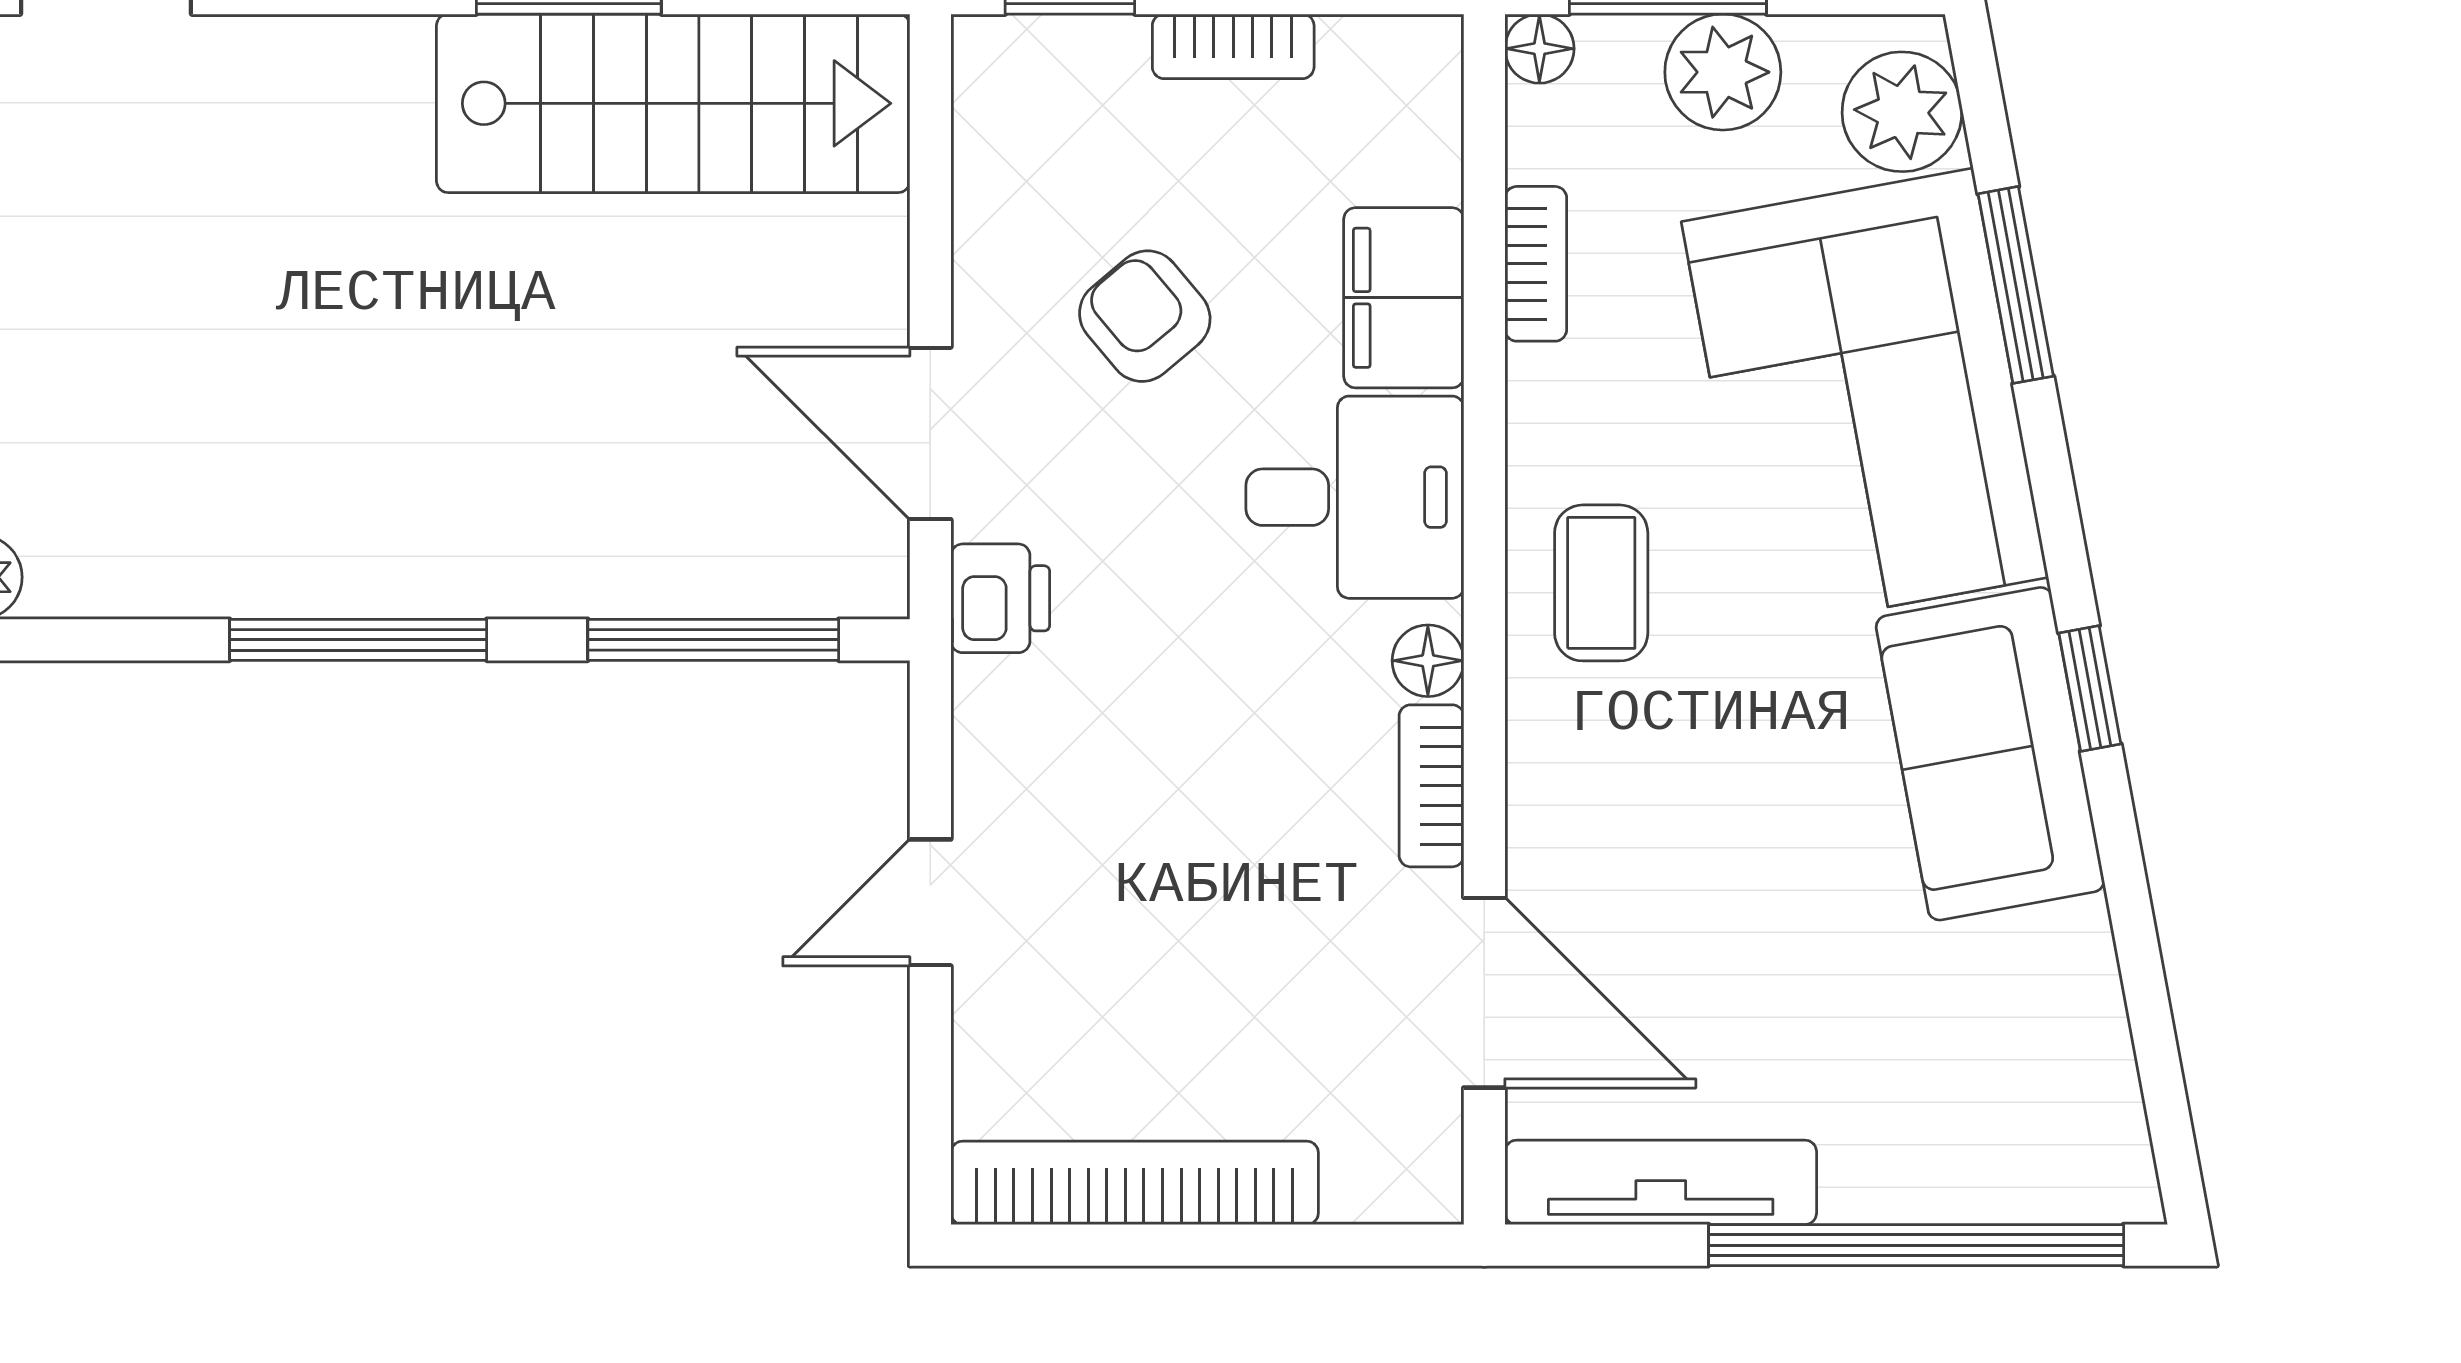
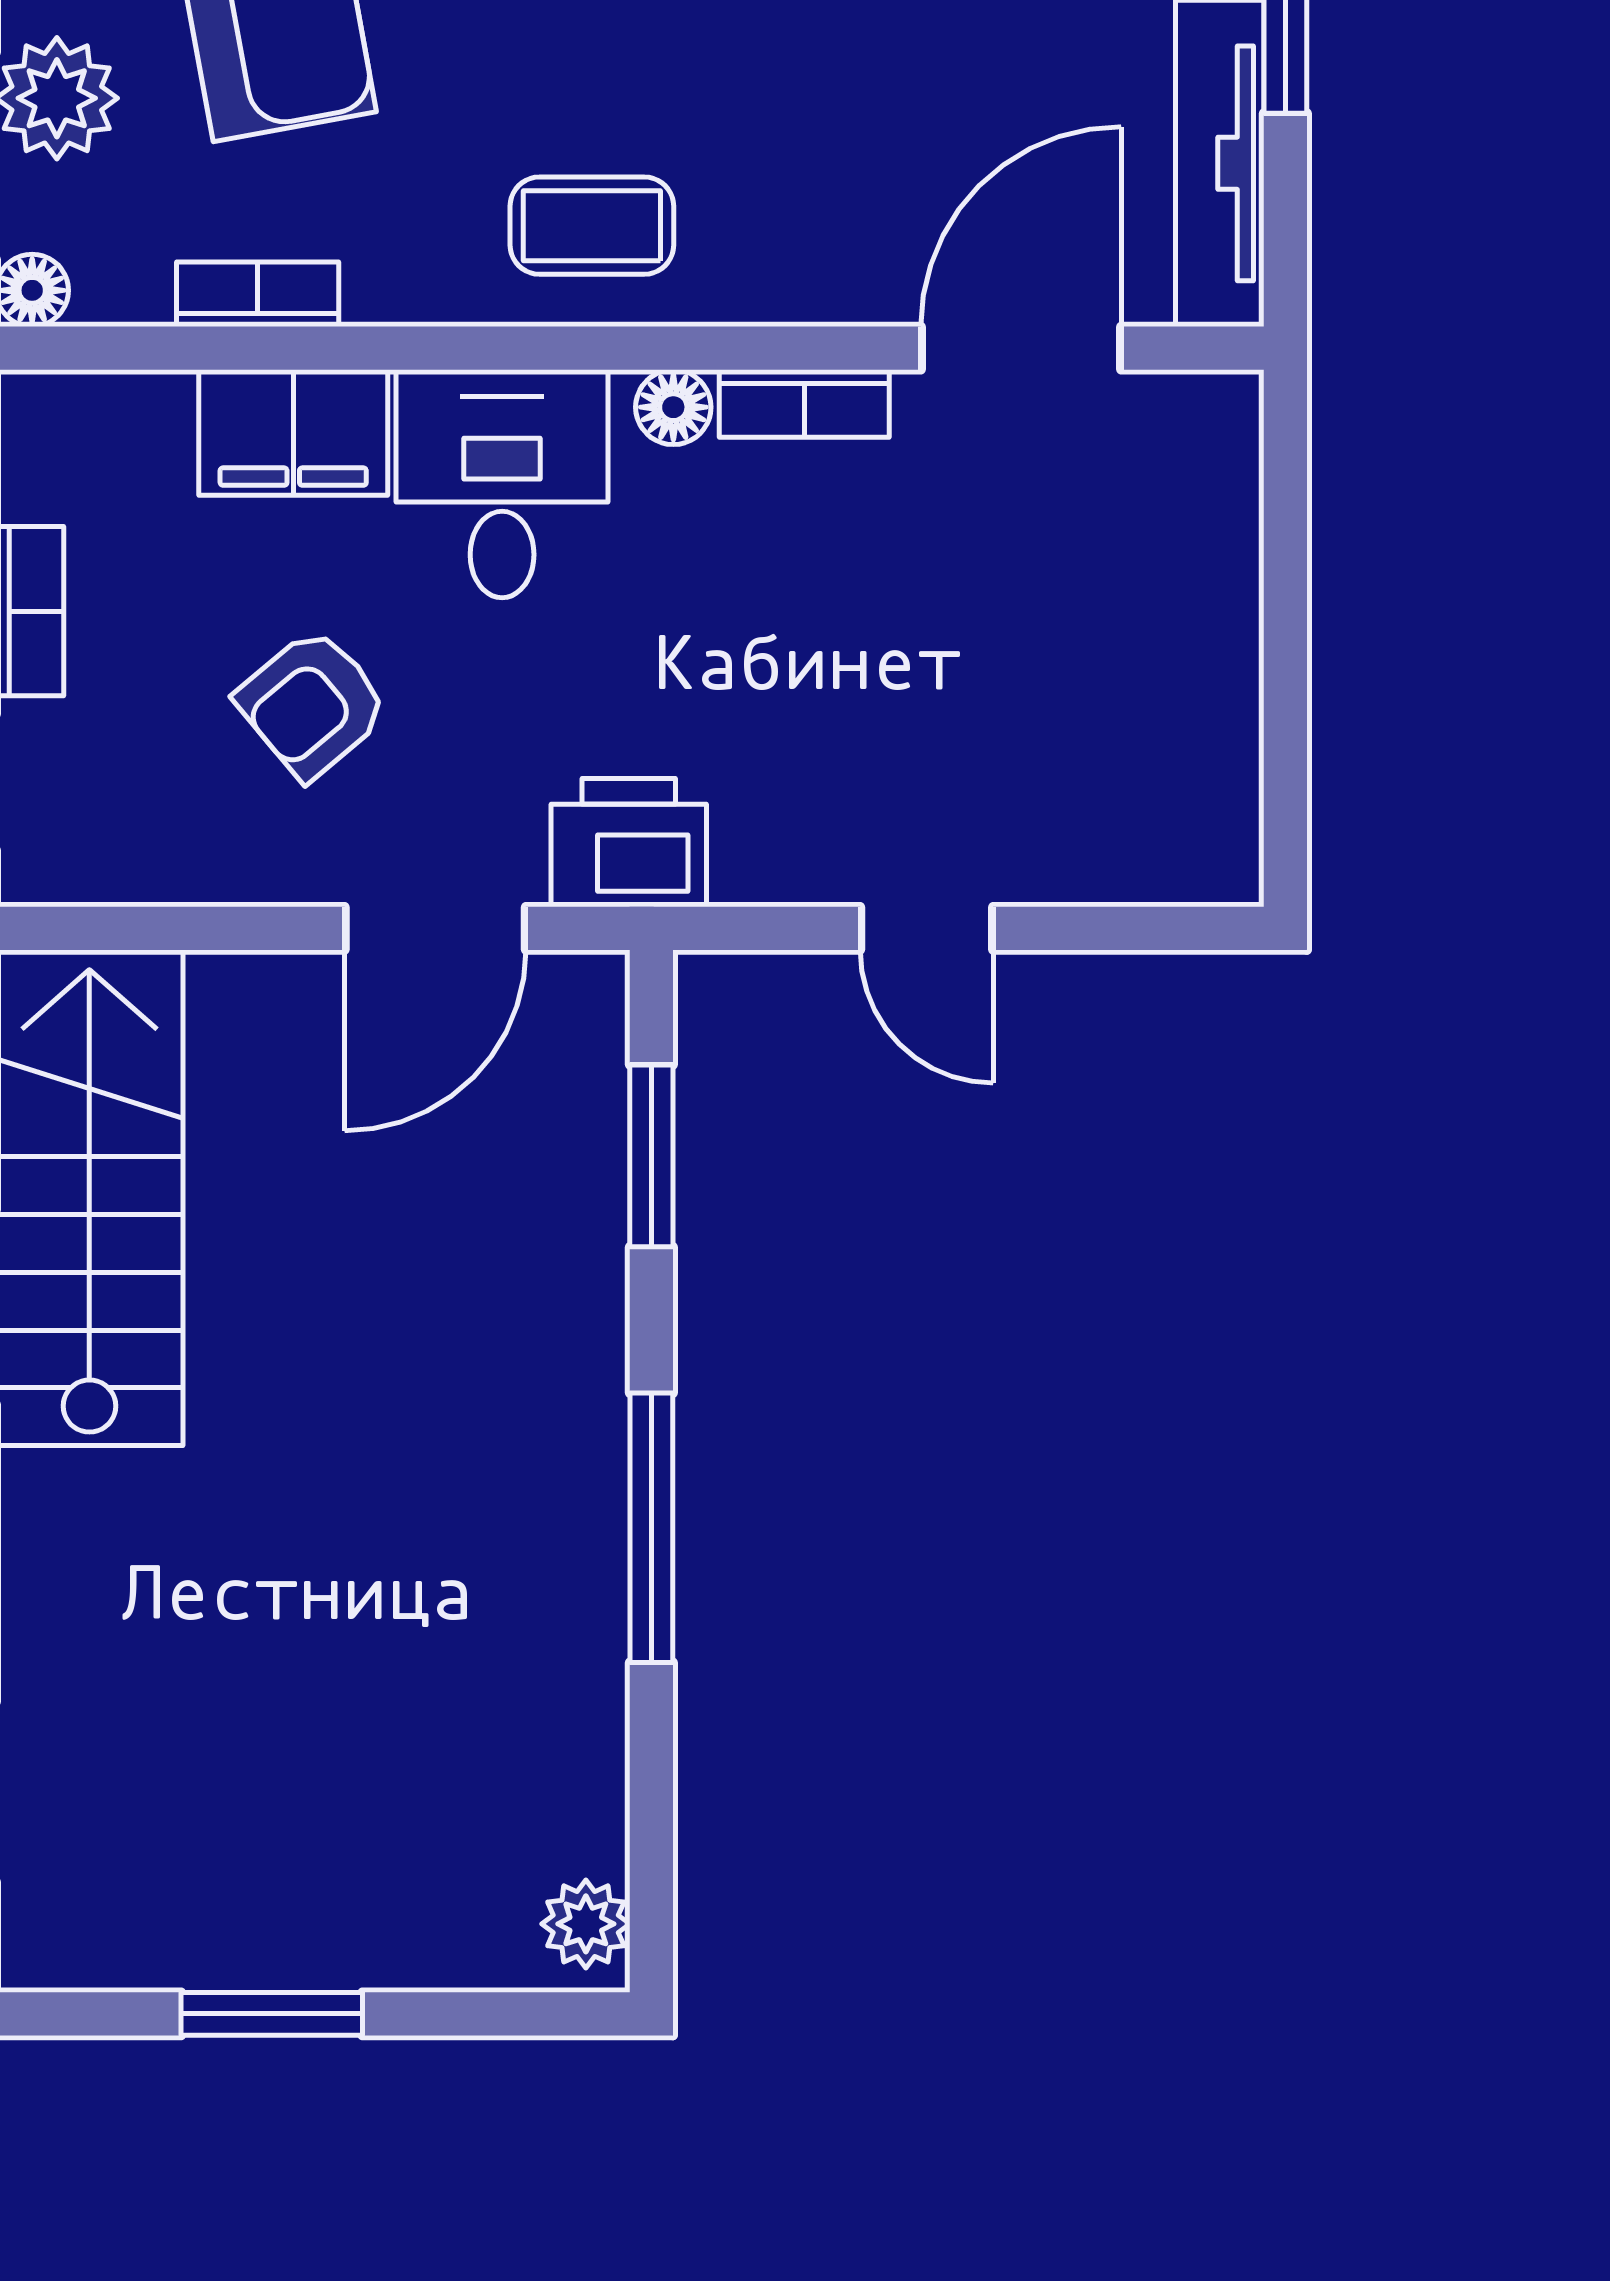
printer: (1000, 598) -> (629, 843), width x1.36, depth x1.24
window: (713, 640) -> (651, 1156), width x0.69
bookcase: (1135, 1183) -> (1220, 714), removed

